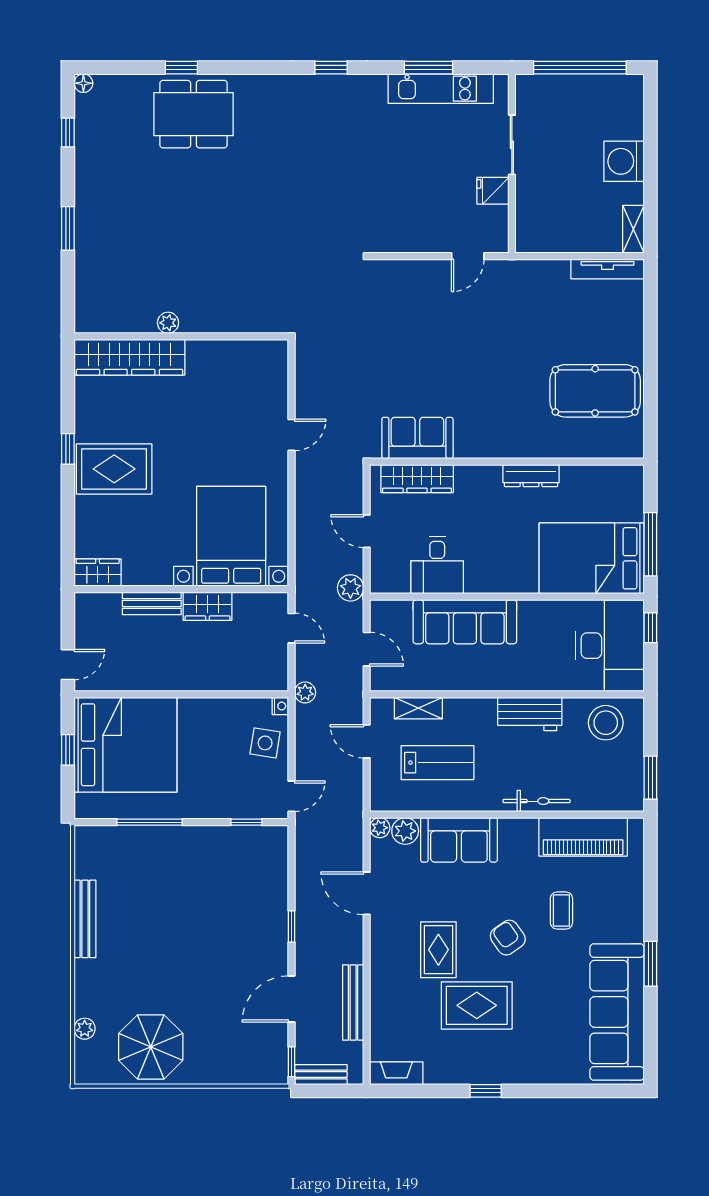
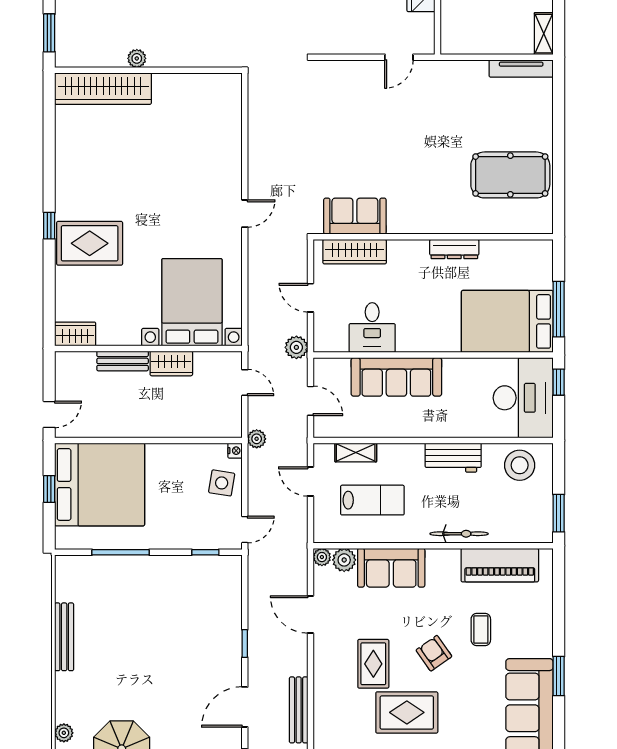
plant: (168, 323) -> (137, 58), moved
wall: (181, 336) -> (148, 70), moved
wardrobe: (129, 357) -> (103, 89), moved

